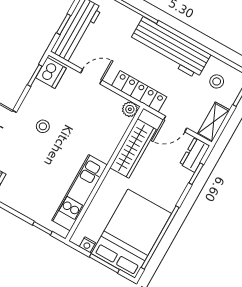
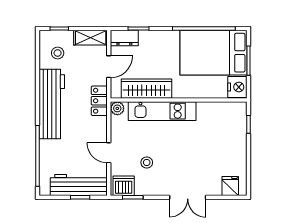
locker: (139, 91) -> (99, 101), width x0.66
door: (175, 124) -> (109, 67), hinge flipped
stool: (43, 126) -> (147, 162), moved
kitchen unit: (79, 193) -> (162, 111), moved
nightstand: (87, 245) -> (237, 87), width x1.89, depth x1.79

